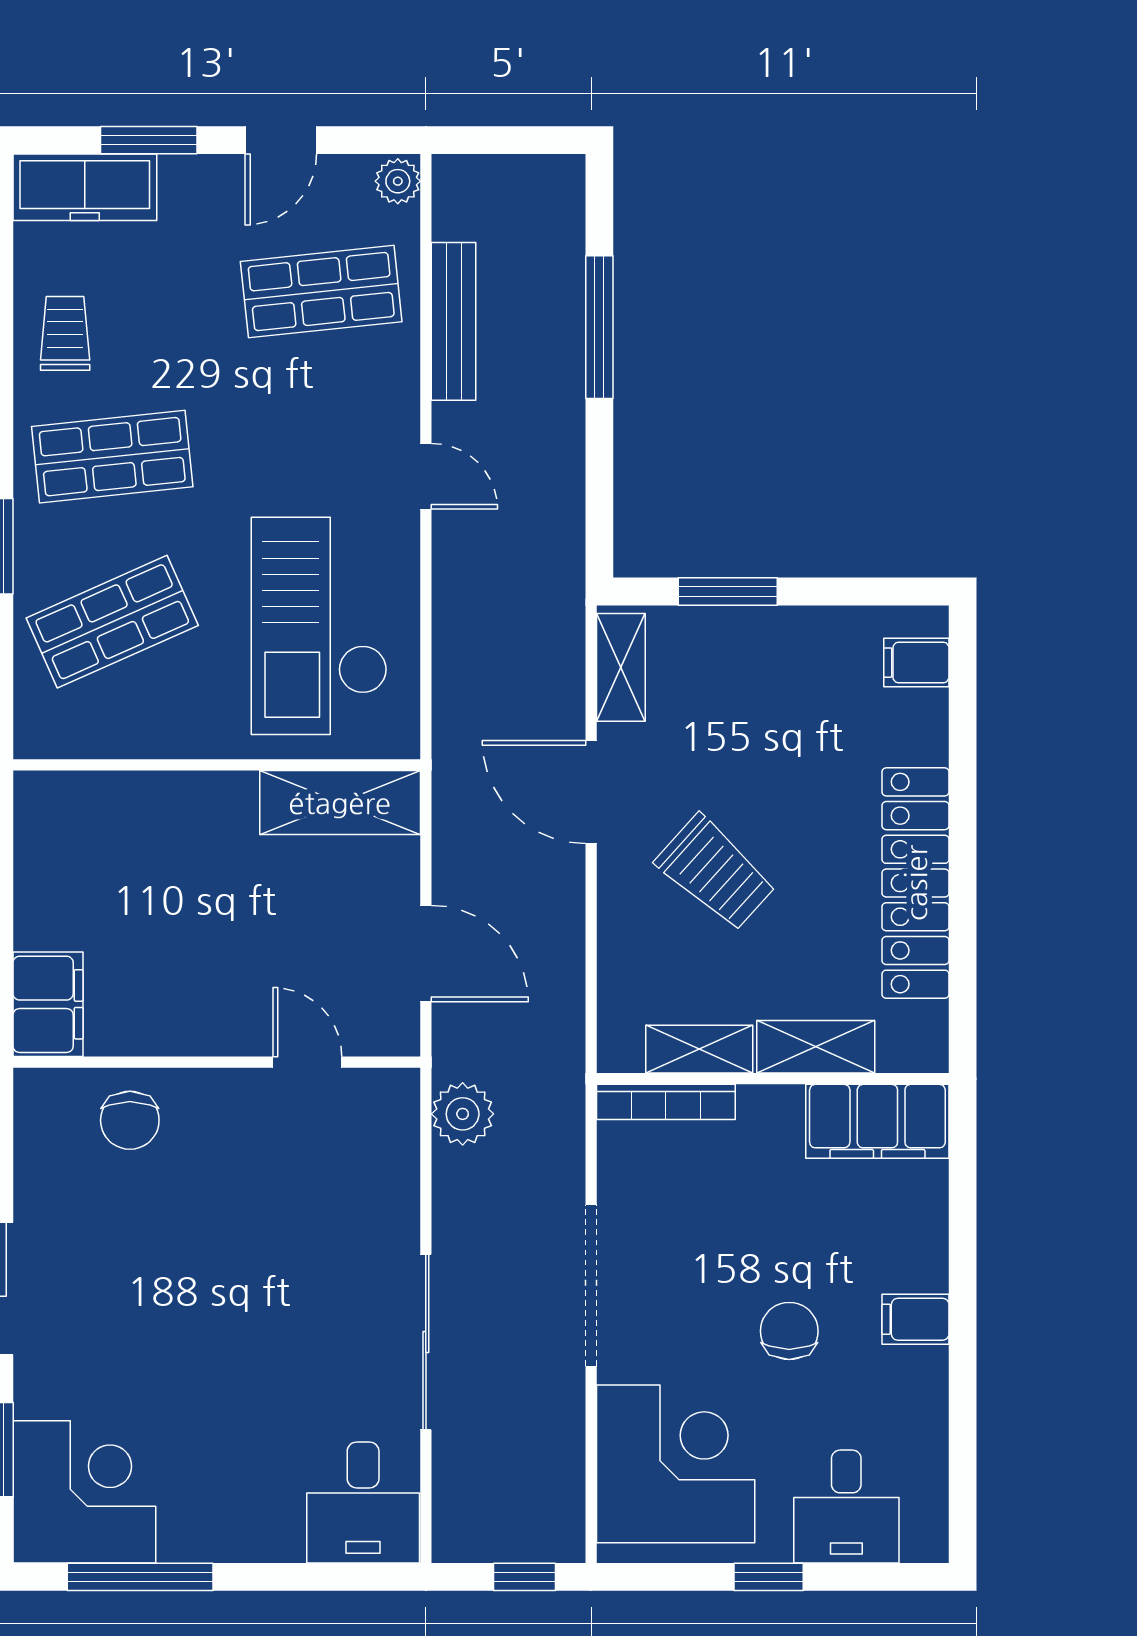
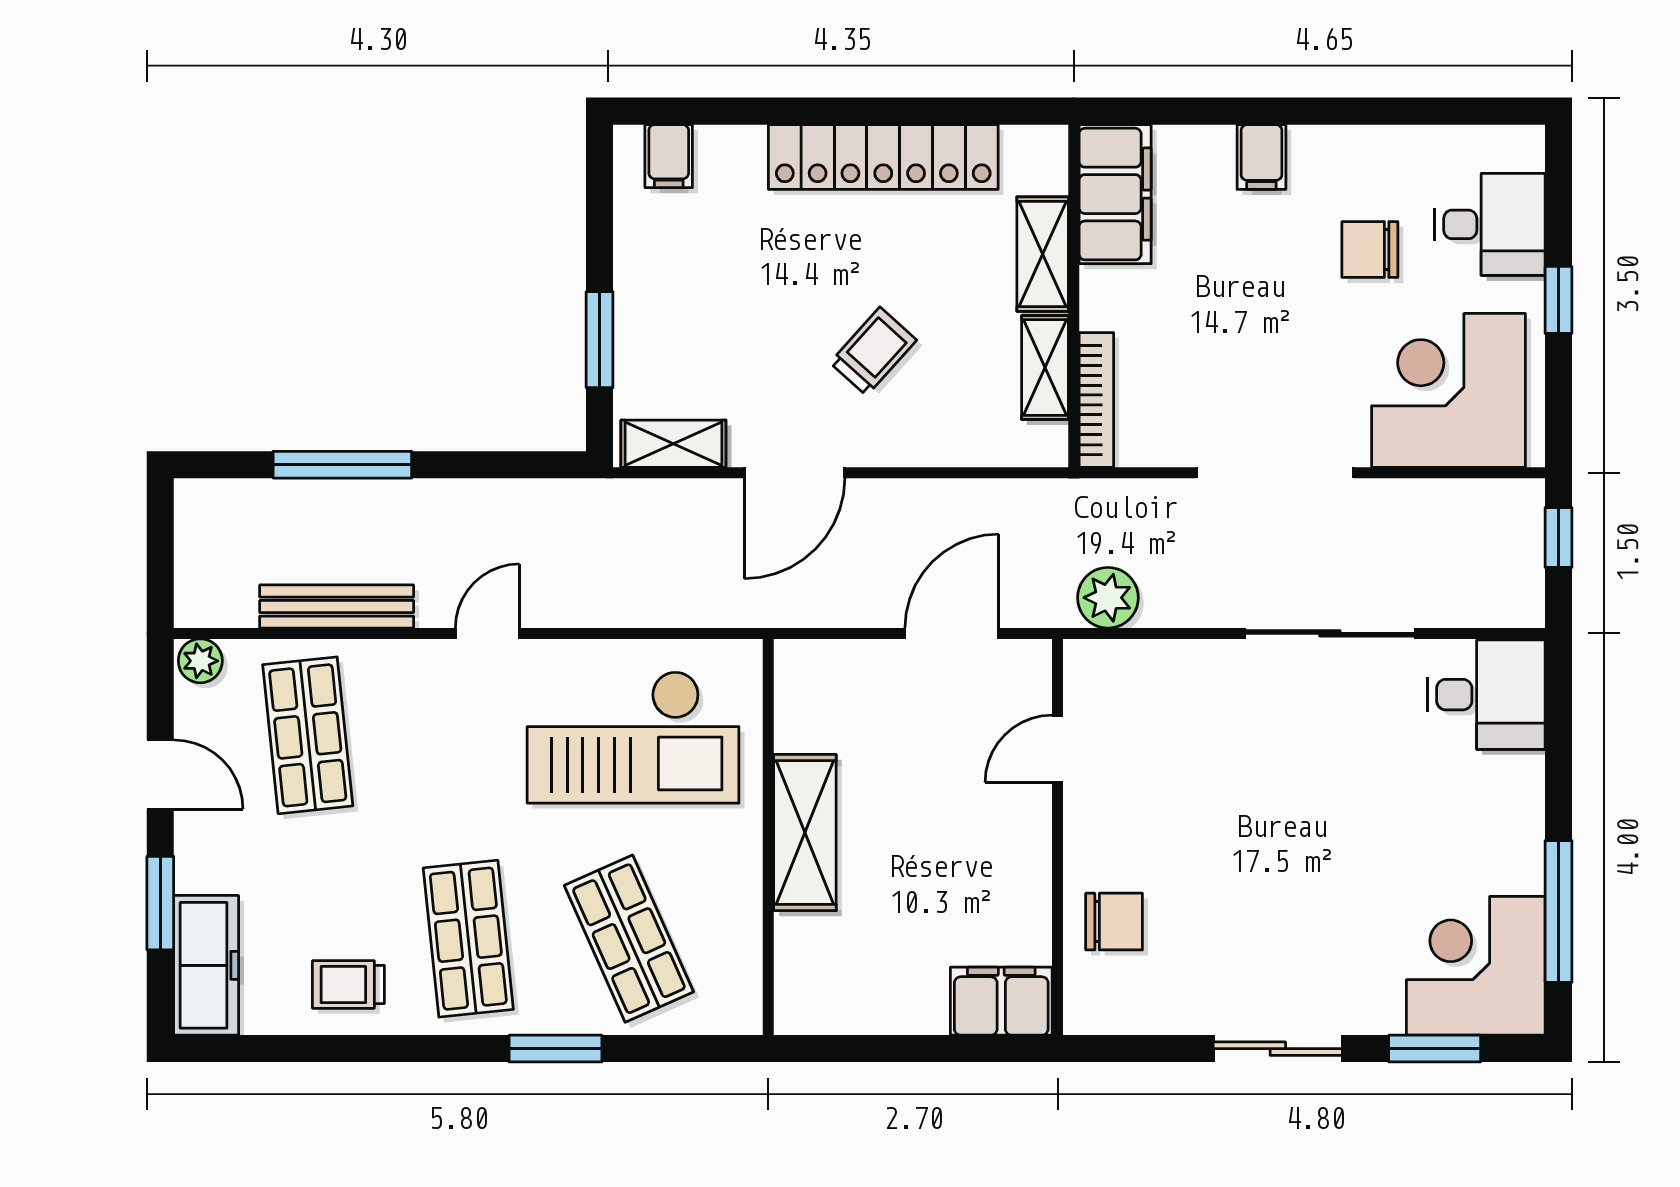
shelving: (340, 803) -> (805, 833), moved
trolley: (716, 873) -> (873, 351), width x0.73, depth x0.72
filing cabinet: (916, 1319) -> (1261, 157), moved
chair: (789, 1331) -> (1370, 249), moved

